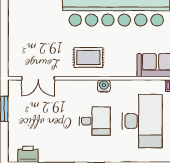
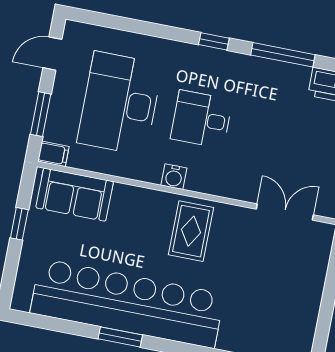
rug: (88, 57) -> (191, 231), turned 90

